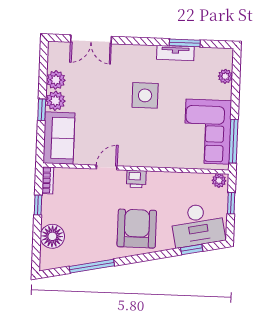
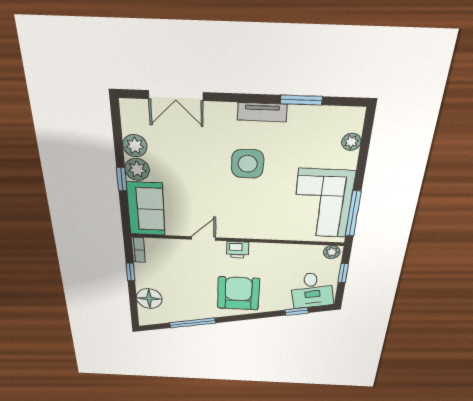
tv unit: (175, 53) -> (262, 112), moved
desk: (198, 225) -> (312, 290), width x0.73

